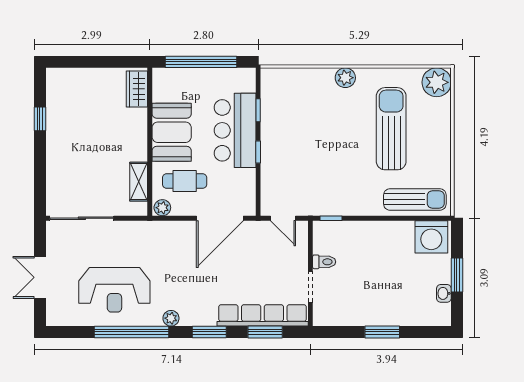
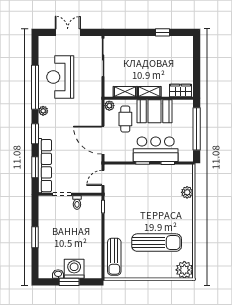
plant: (345, 78) -> (187, 192), moved
shelving: (139, 141) -> (149, 92), added
washing machine: (431, 237) -> (74, 269), moved, turned 90

